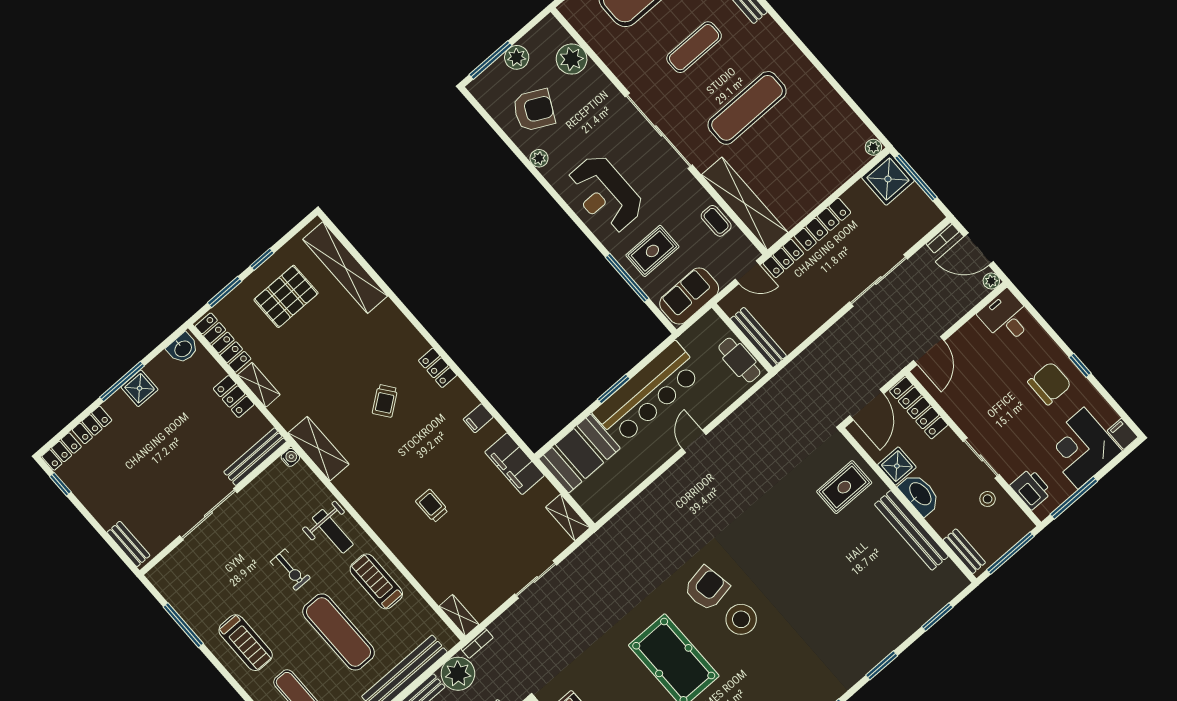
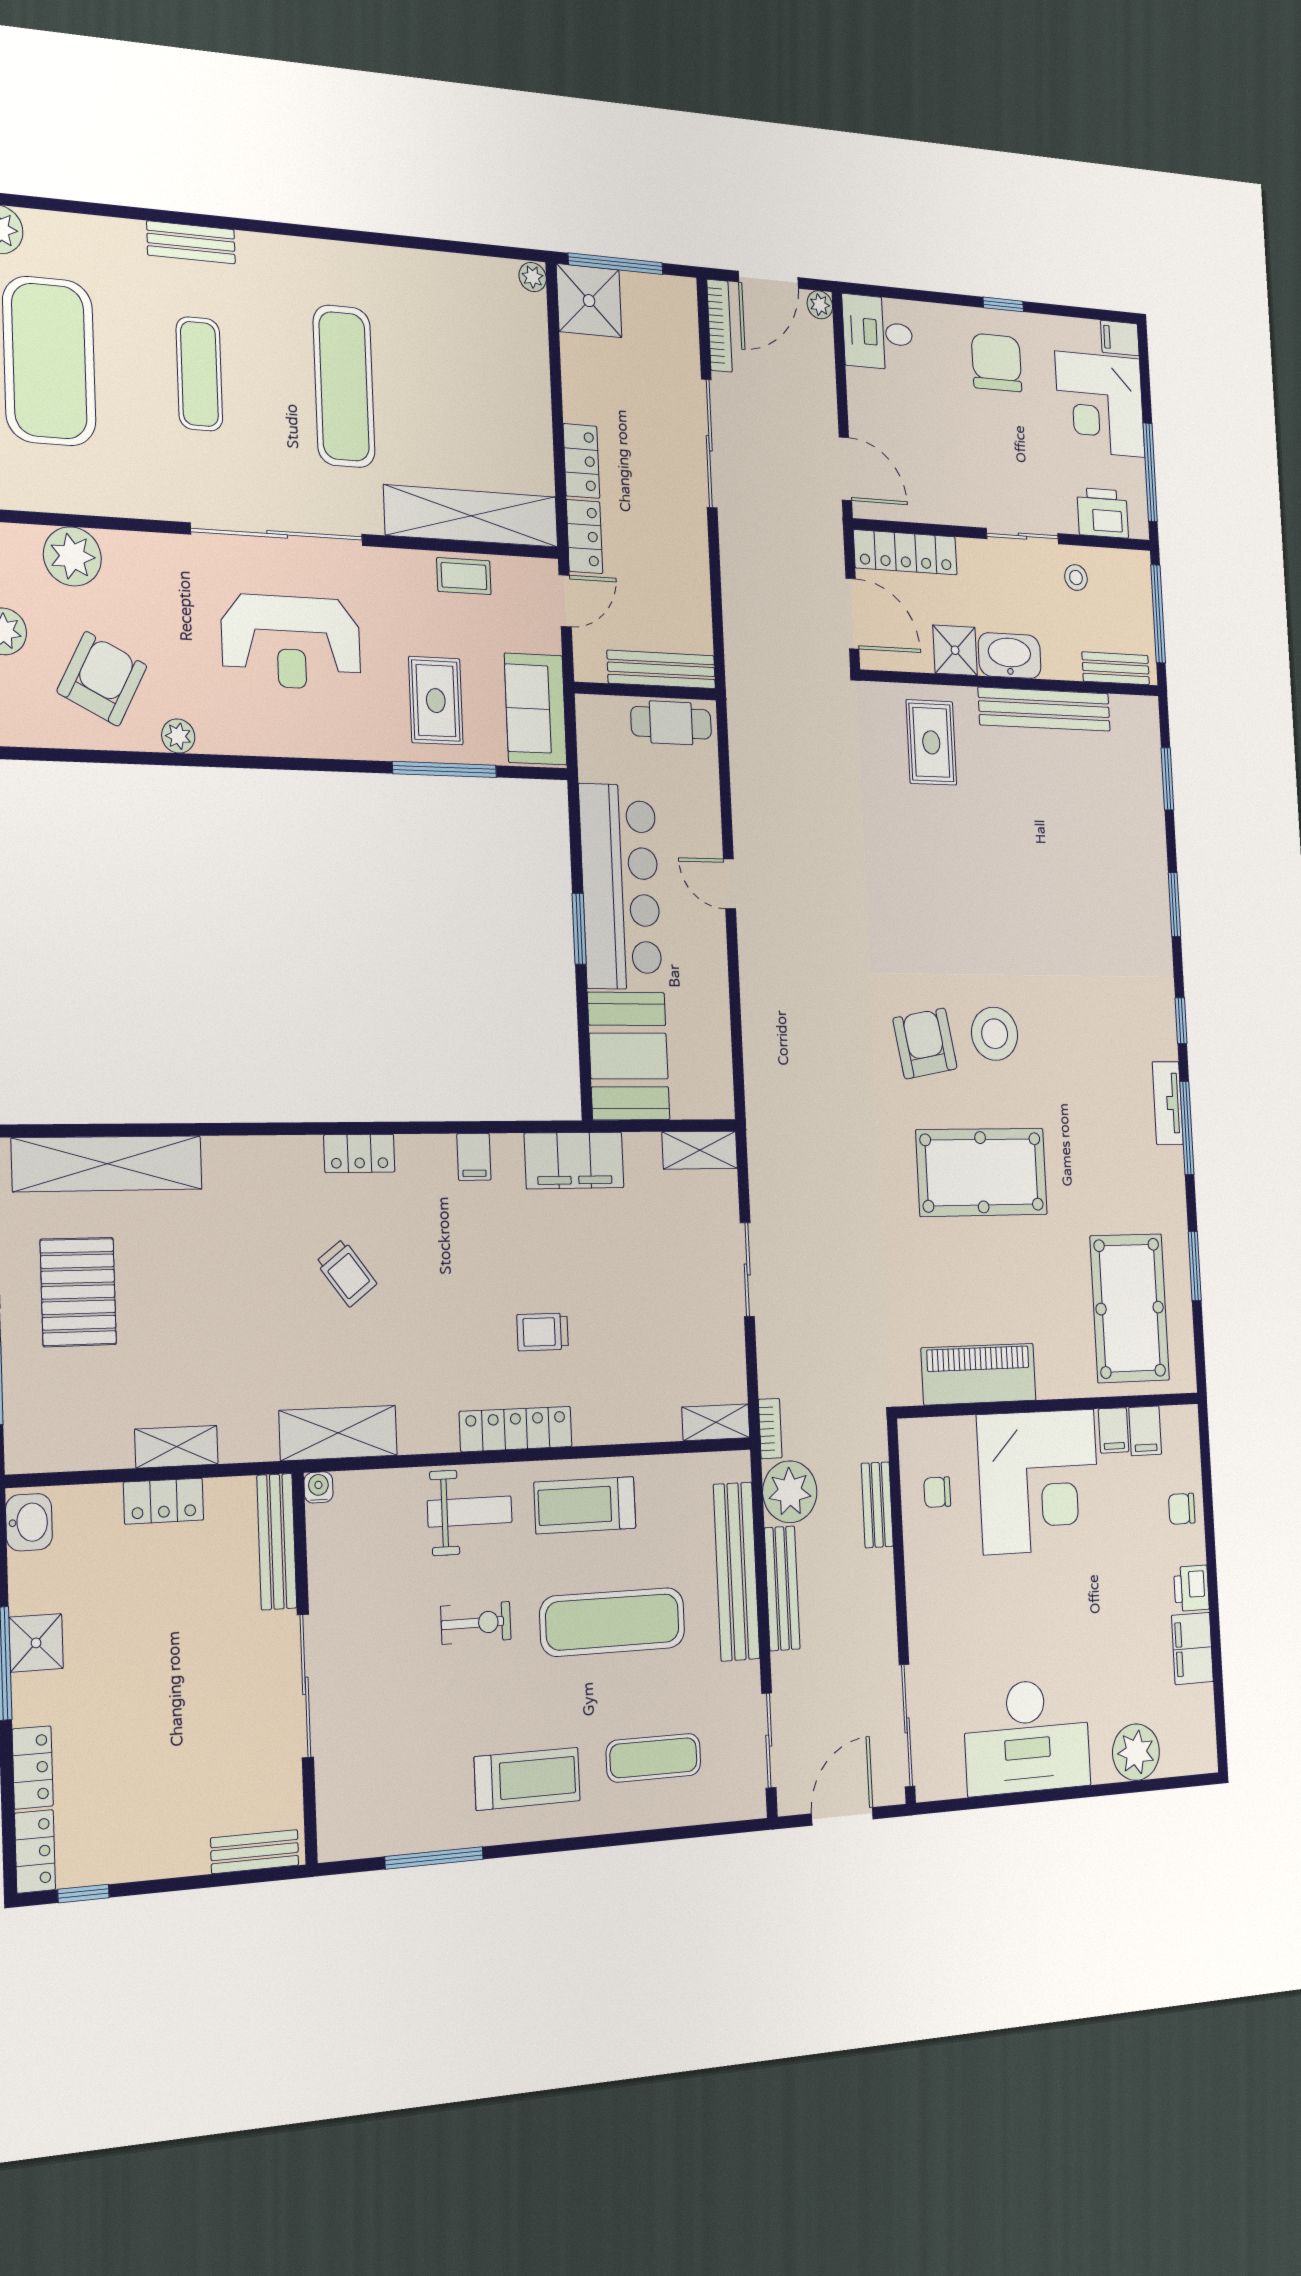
reception desk: (605, 194) -> (291, 642), moved
locker: (823, 224) -> (581, 461), width x0.66
bookcase: (942, 238) -> (719, 326), width x1.56
locker: (223, 343) -> (516, 1429), moved

